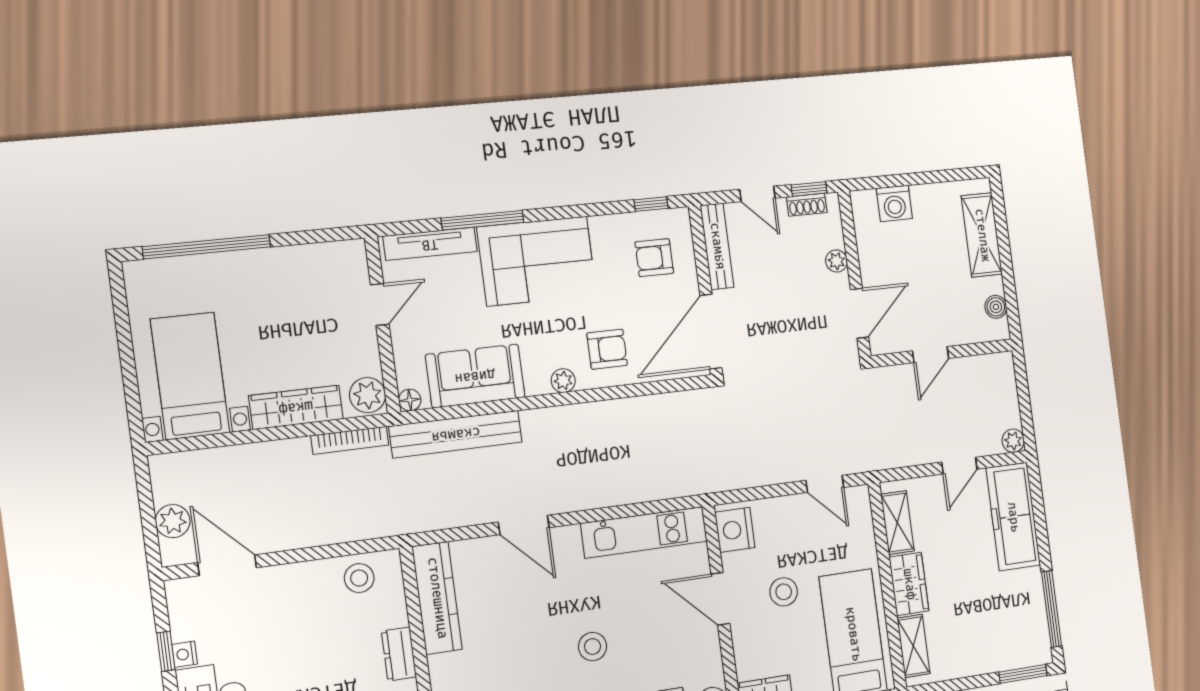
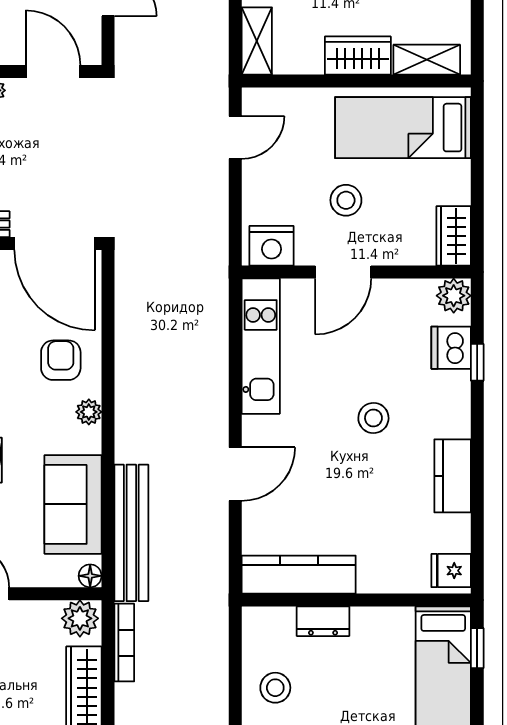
shelving: (897, 523) -> (257, 41), moved, turned 90
stool: (359, 578) -> (275, 688), moved
dresser: (399, 654) -> (323, 621), moved

